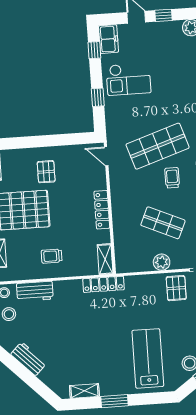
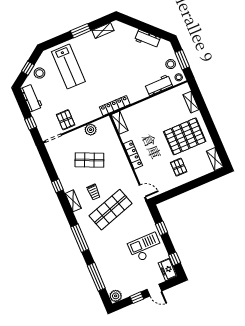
trolley: (52, 256) -> (156, 112), removed
plant: (162, 262) -> (91, 130), moved

